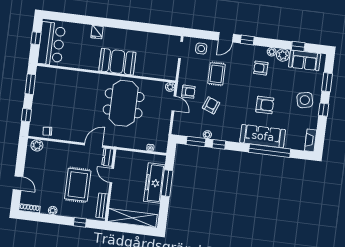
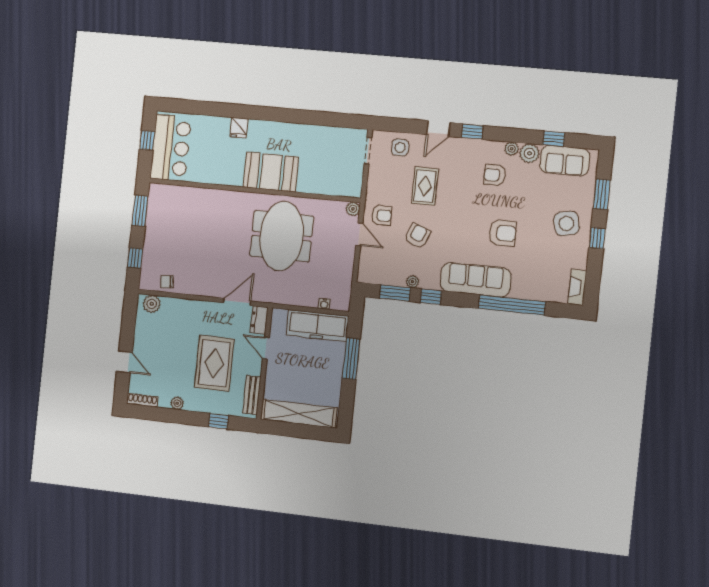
sofa: (263, 136) -> (476, 280), moved
freezer: (154, 183) -> (317, 326), moved, turned -90

